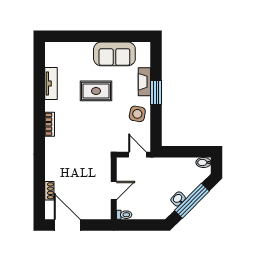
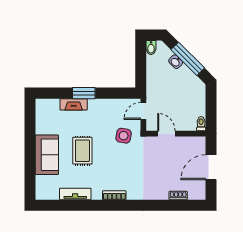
sofa: (114, 54) -> (47, 155), moved
side table: (137, 114) -> (124, 136), moved
door: (114, 191) -> (166, 134), moved
washbasin: (178, 199) -> (176, 62), moved
door: (67, 225) -> (211, 167), moved

